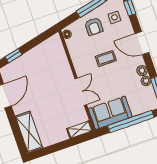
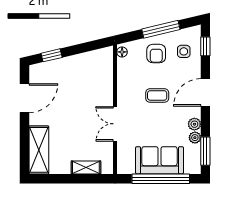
door: (142, 43) -> (205, 92), hinge flipped
double door: (81, 92) -> (115, 124), swing flipped
sofa: (110, 113) -> (159, 160), moved
shelving: (80, 130) -> (86, 167), moved

